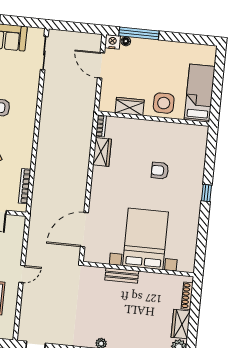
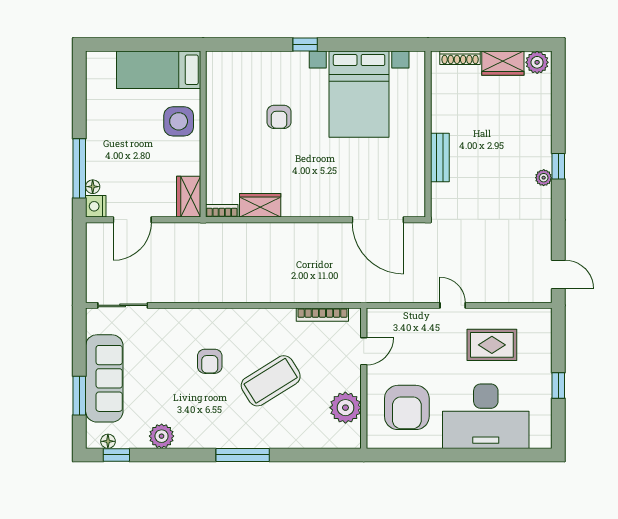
wardrobe: (130, 106) -> (189, 197), moved
bed with nightstands: (146, 239) -> (359, 94), moved, turned -90

